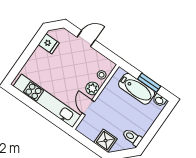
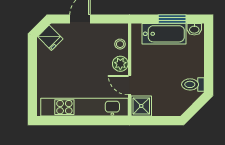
fridge: (49, 44) -> (50, 38), moved, turned 45
shower: (106, 141) -> (141, 106), moved

